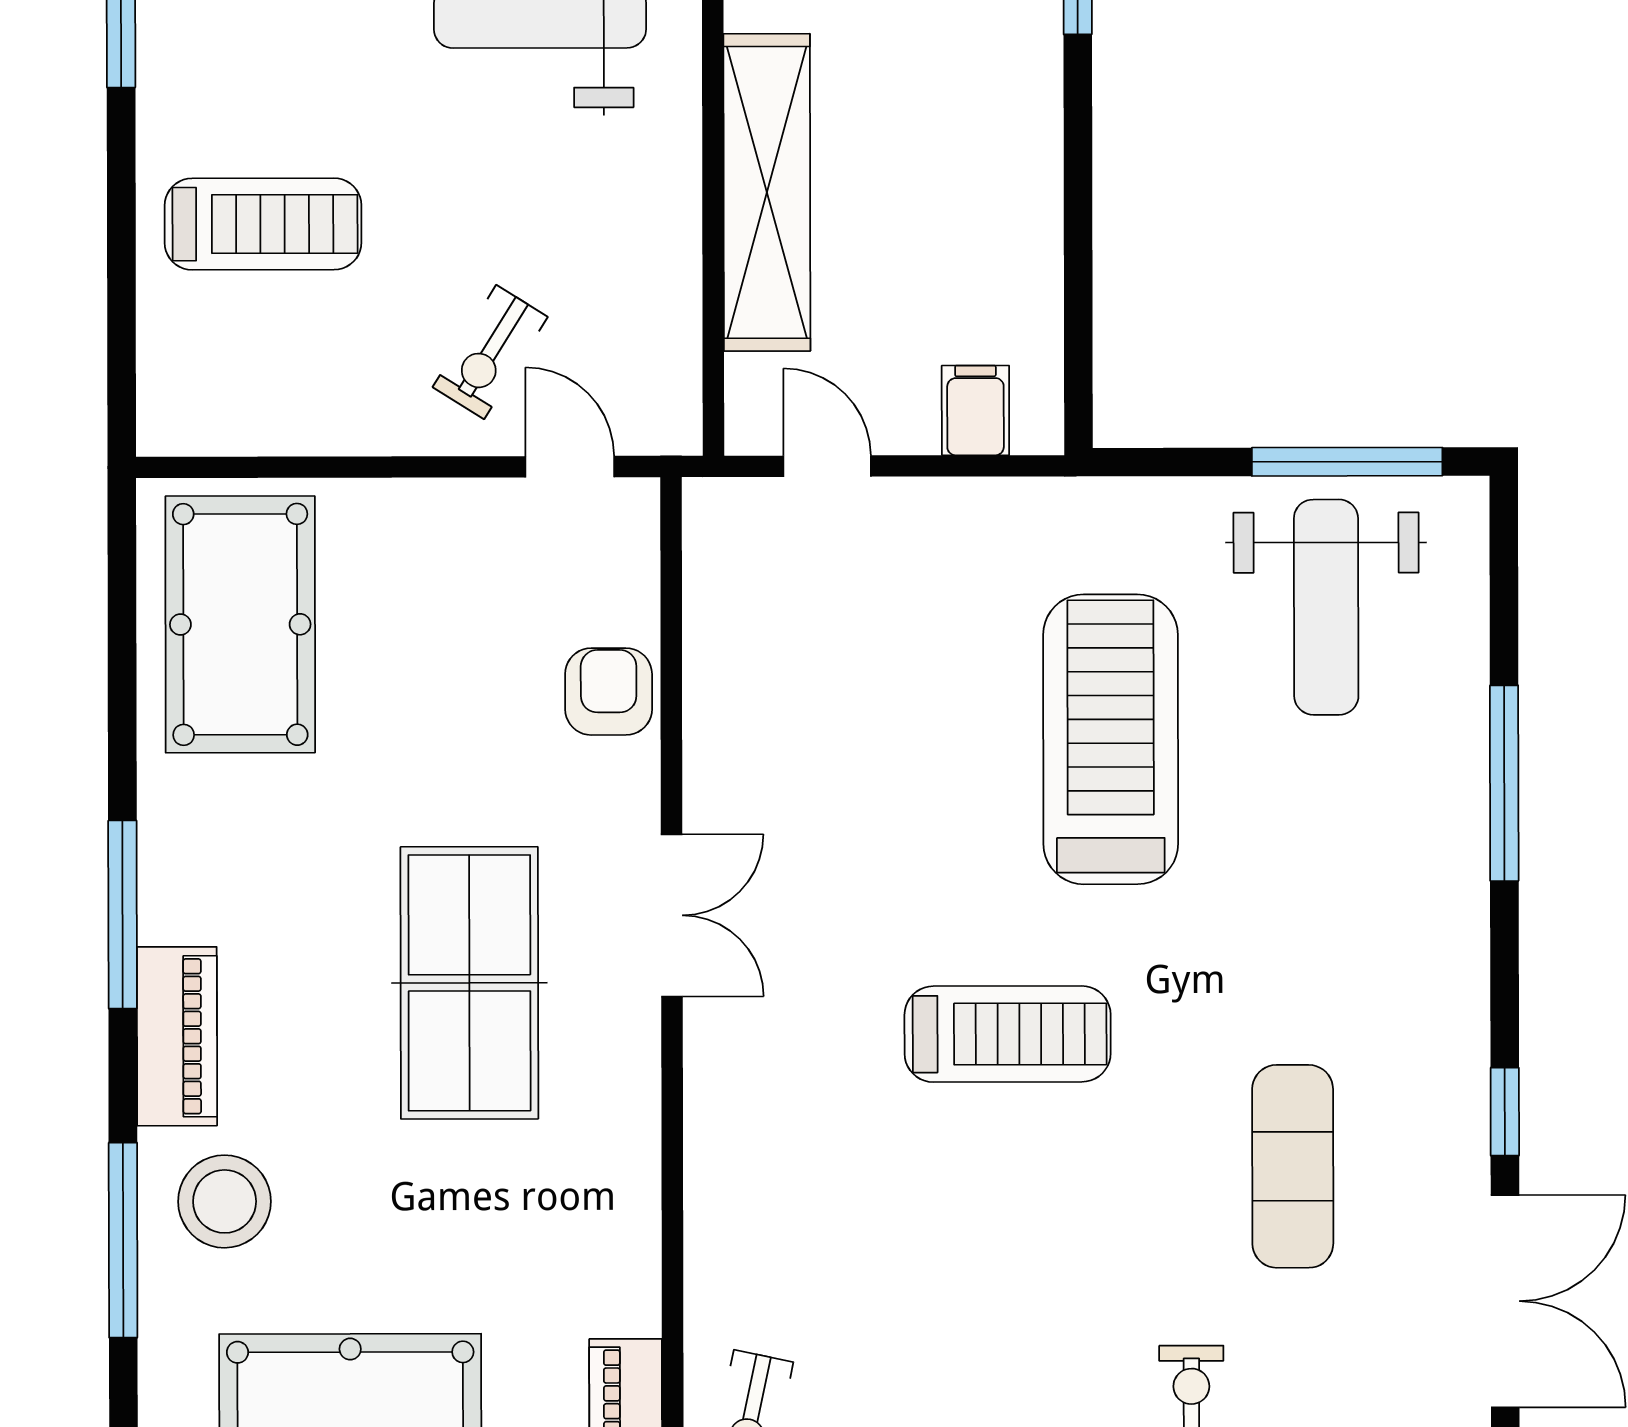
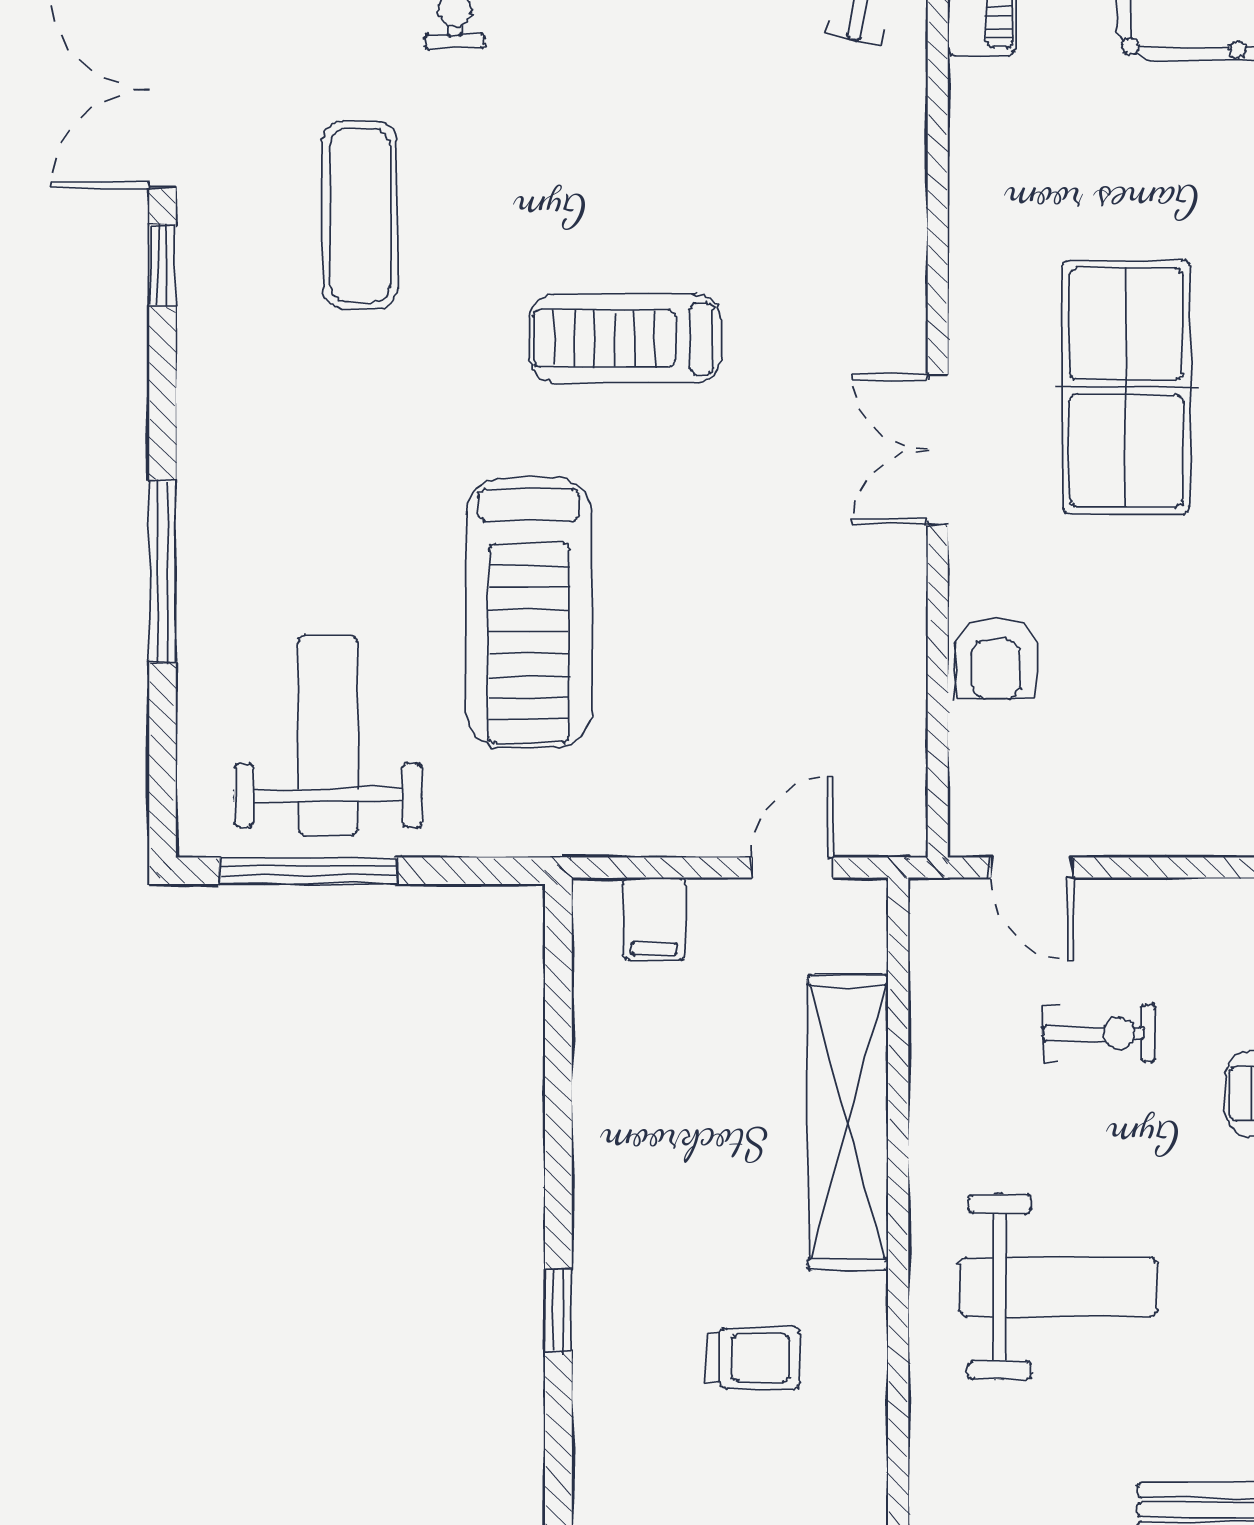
exercise bike: (490, 352) -> (1099, 1033), moved, turned 58
door: (827, 466) -> (792, 867), swing flipped

